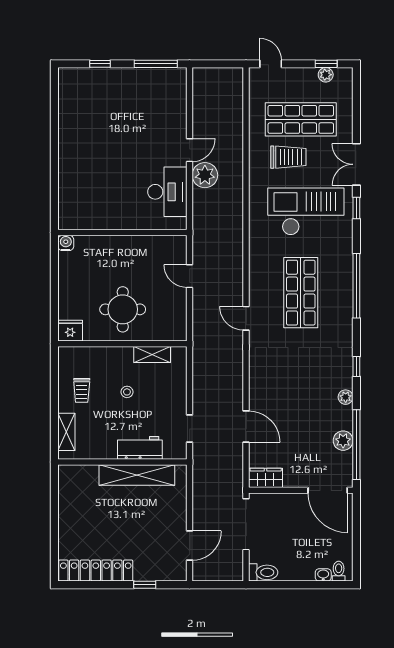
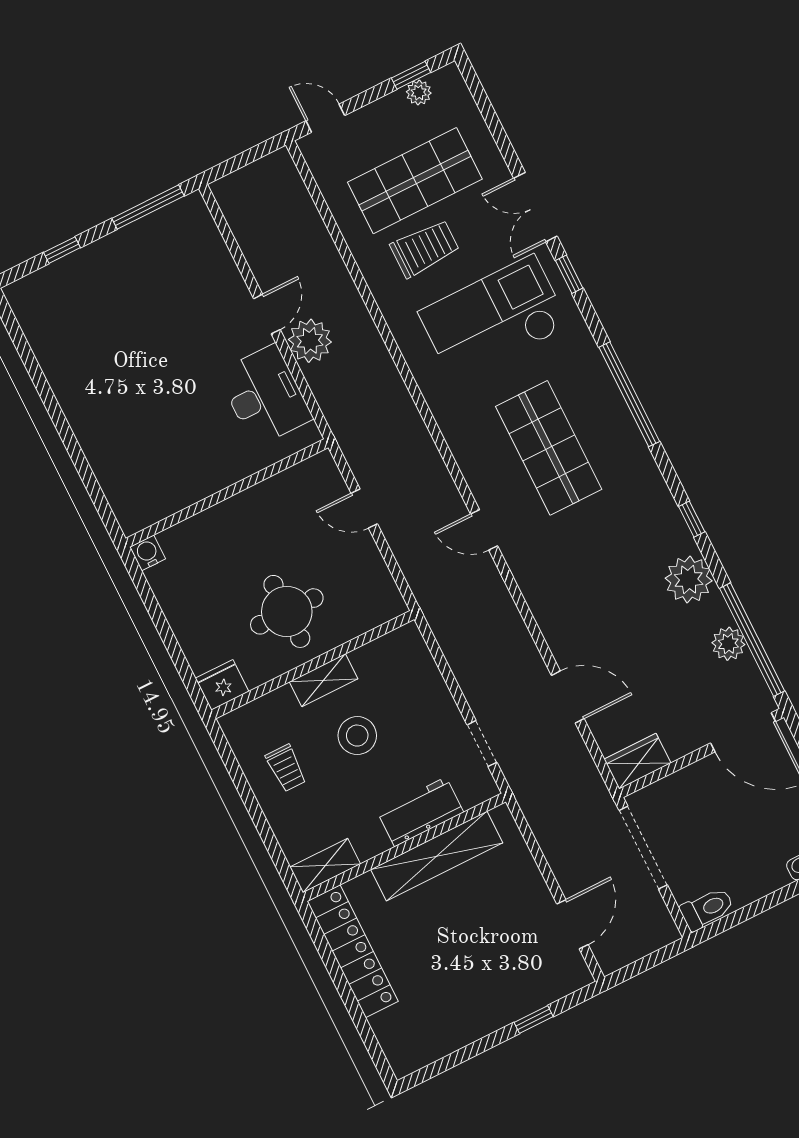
shelving: (152, 355) -> (324, 680), moved
stool: (127, 392) -> (357, 736), width x1.89, depth x1.89
plant: (346, 397) -> (689, 579), width x1.87, depth x1.87
shelving: (66, 432) -> (325, 866), moved, turned 90
locker: (96, 571) -> (353, 951), moved, turned 90

